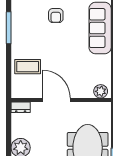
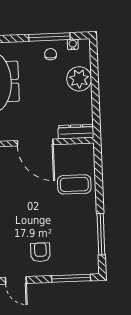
dresser: (21, 107) -> (76, 132), width x1.44

